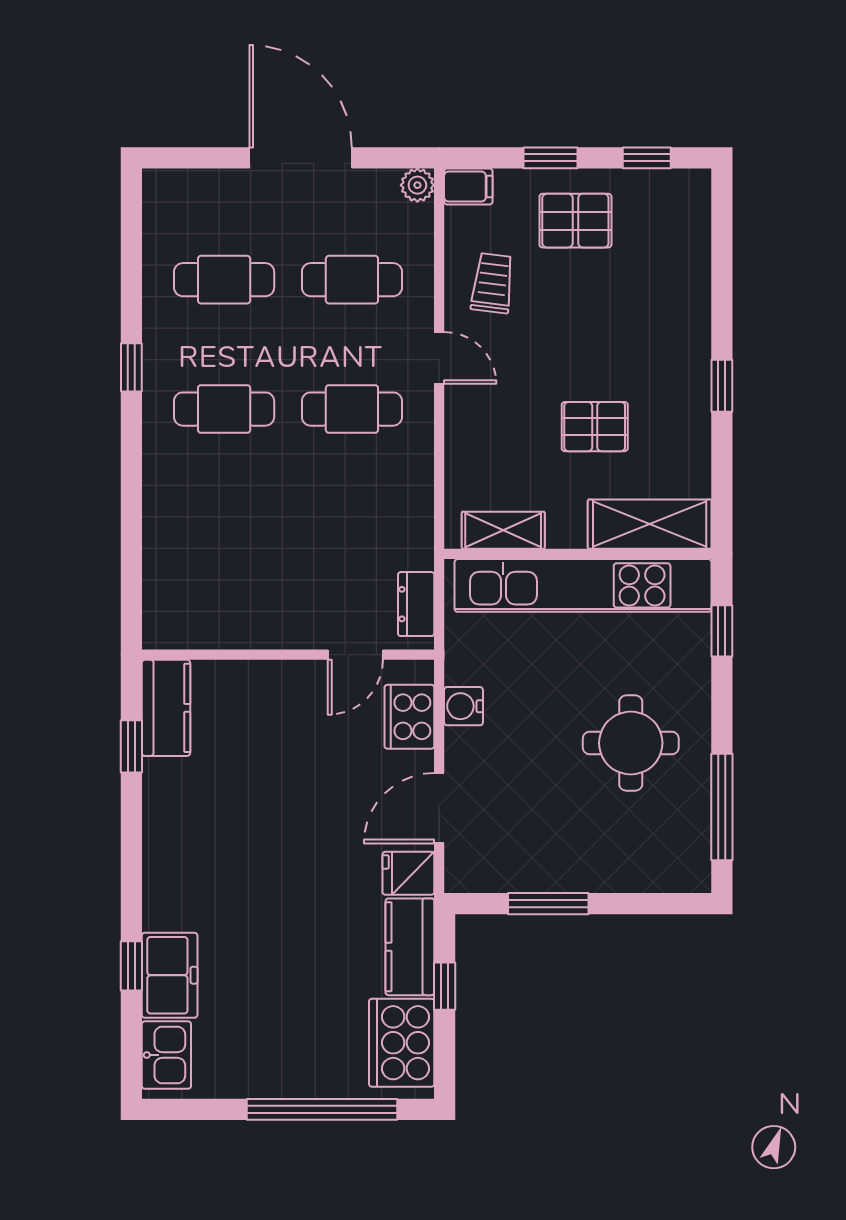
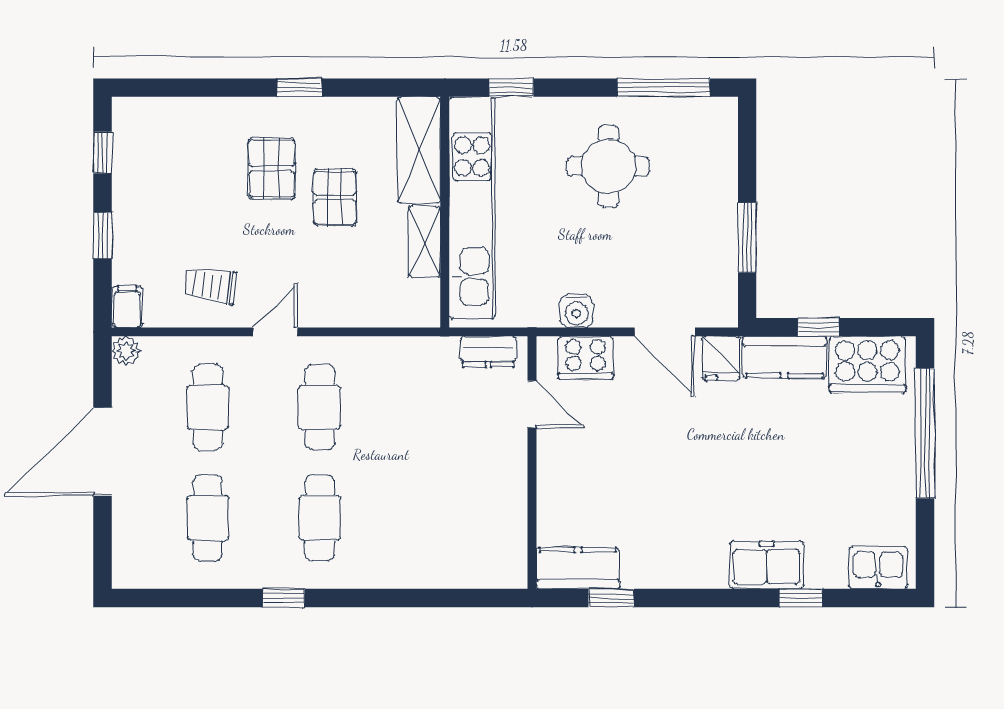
pallet: (575, 221) -> (272, 169), moved
shelving: (503, 530) -> (424, 242), moved
freezer: (170, 975) -> (767, 565), moved

